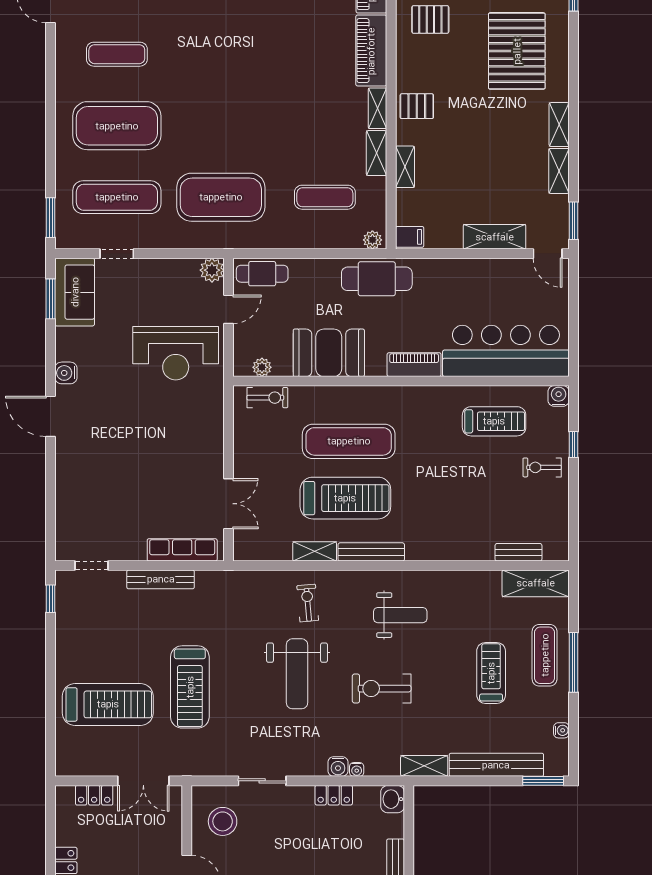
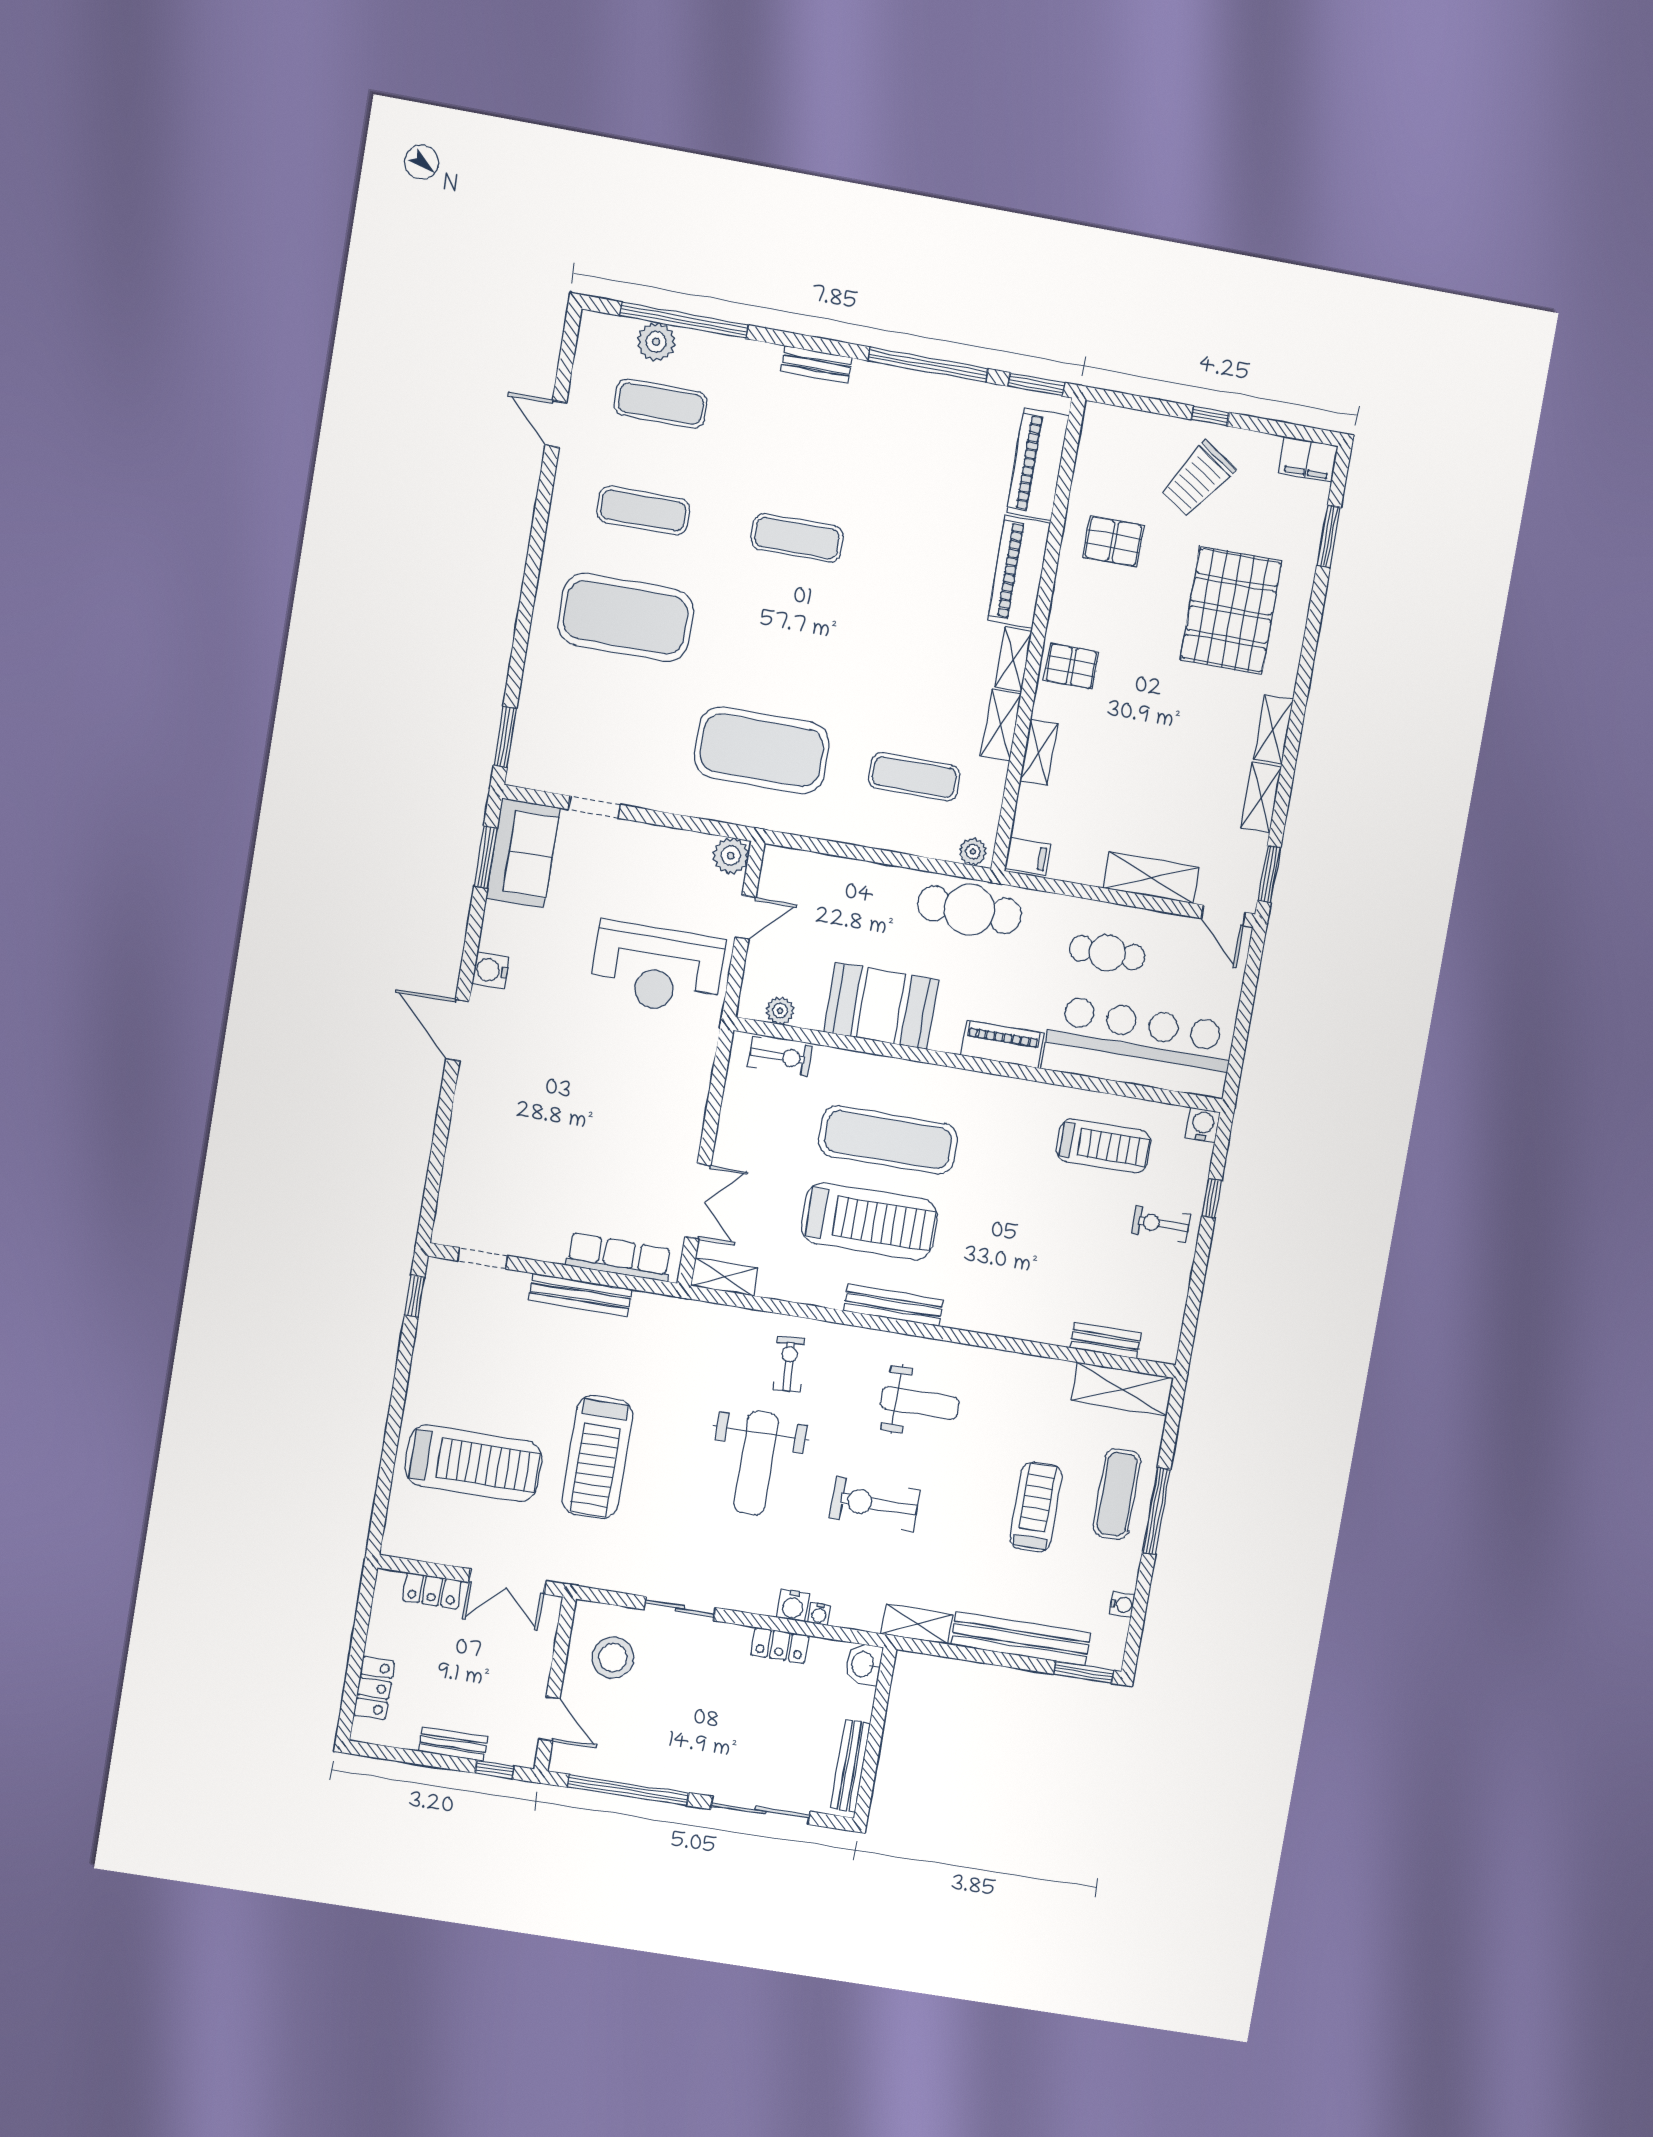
exercise mat: (117, 197) -> (797, 538), moved, width x0.73, depth x0.69
cafe table: (262, 274) -> (1107, 953), moved
shelving: (315, 551) -> (724, 1277), moved

